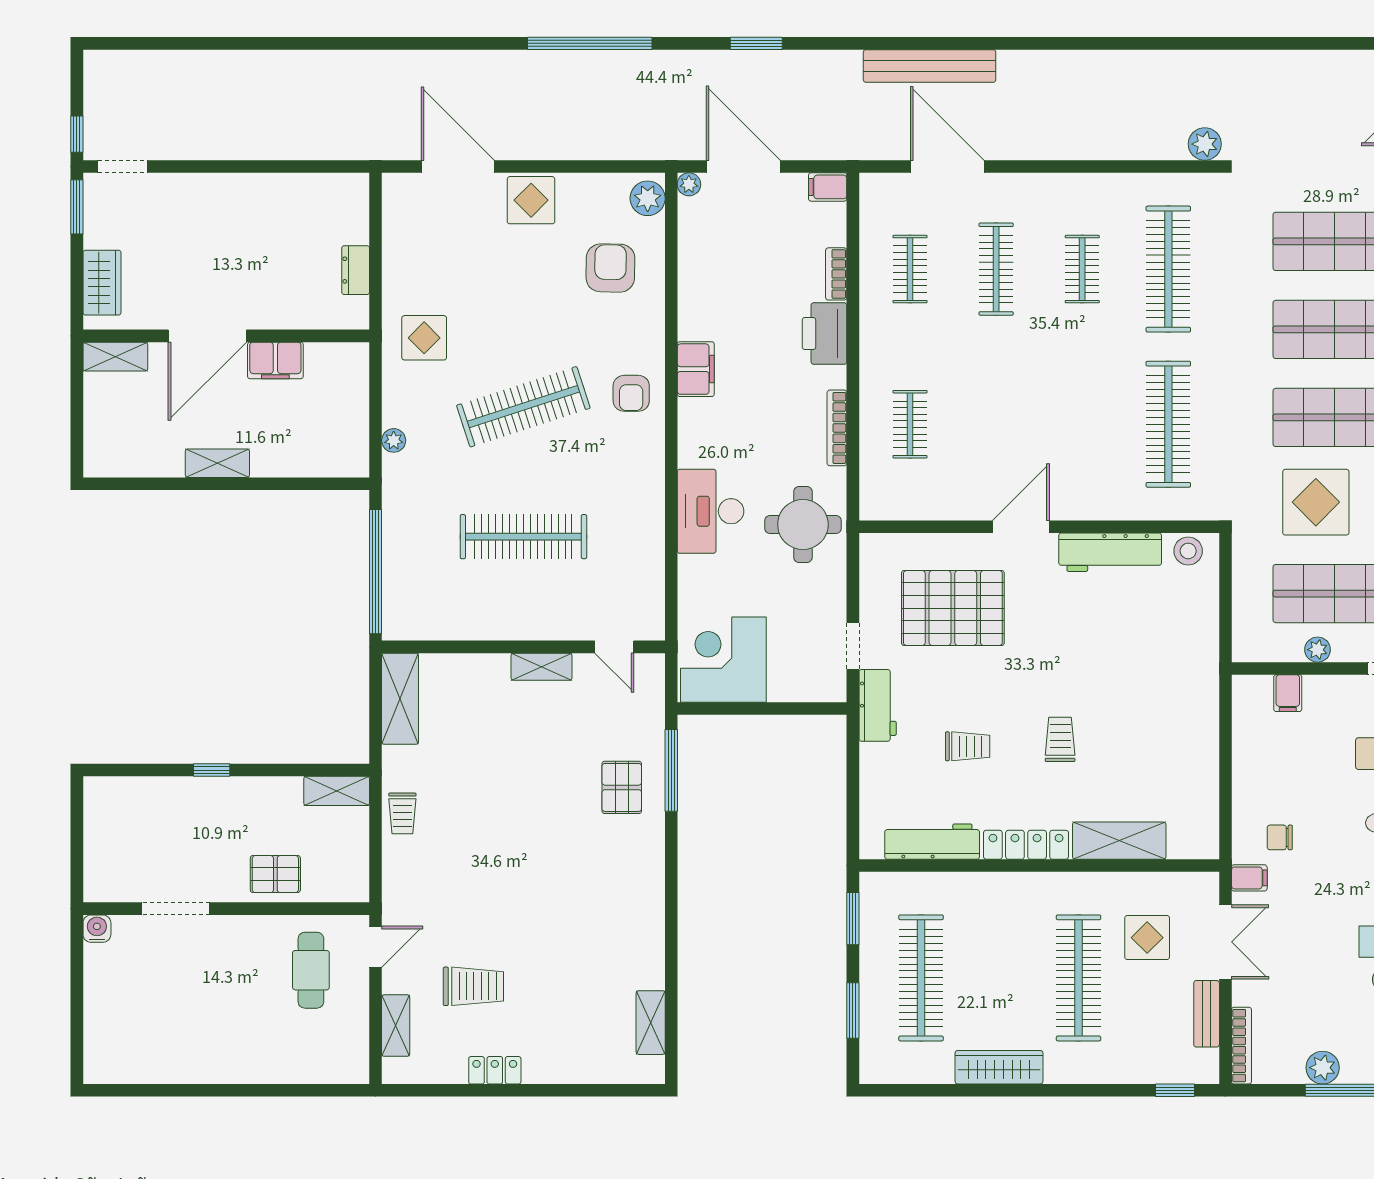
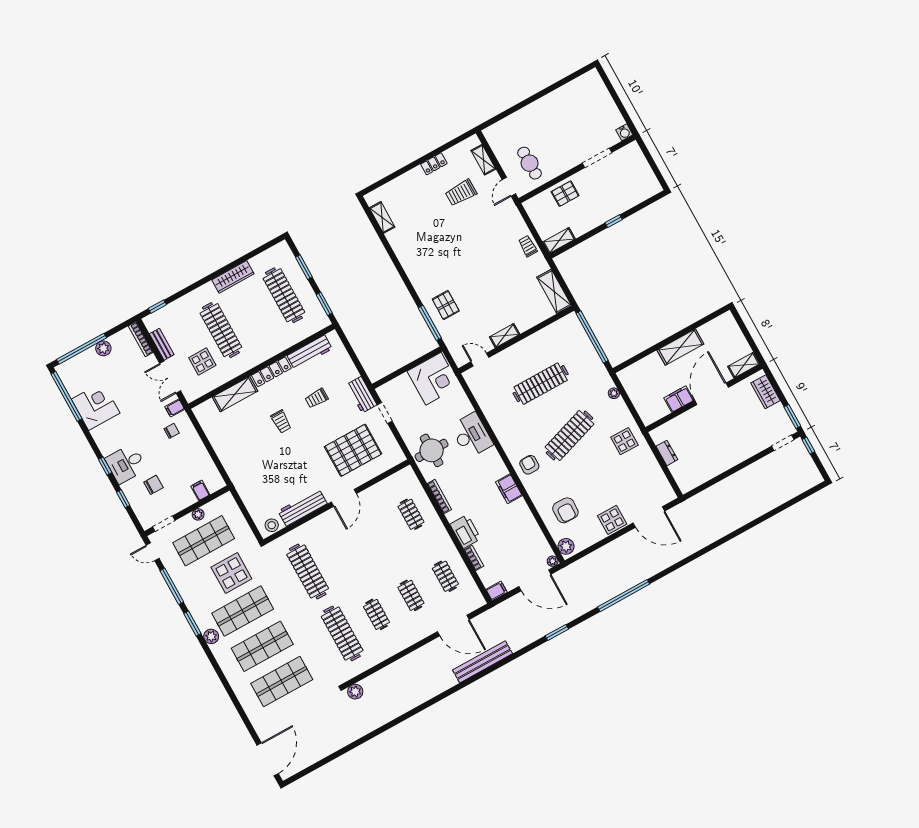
clothes rail: (996, 269) -> (411, 595), width x0.73
shelving: (217, 463) -> (680, 347), width x1.50, depth x1.33

